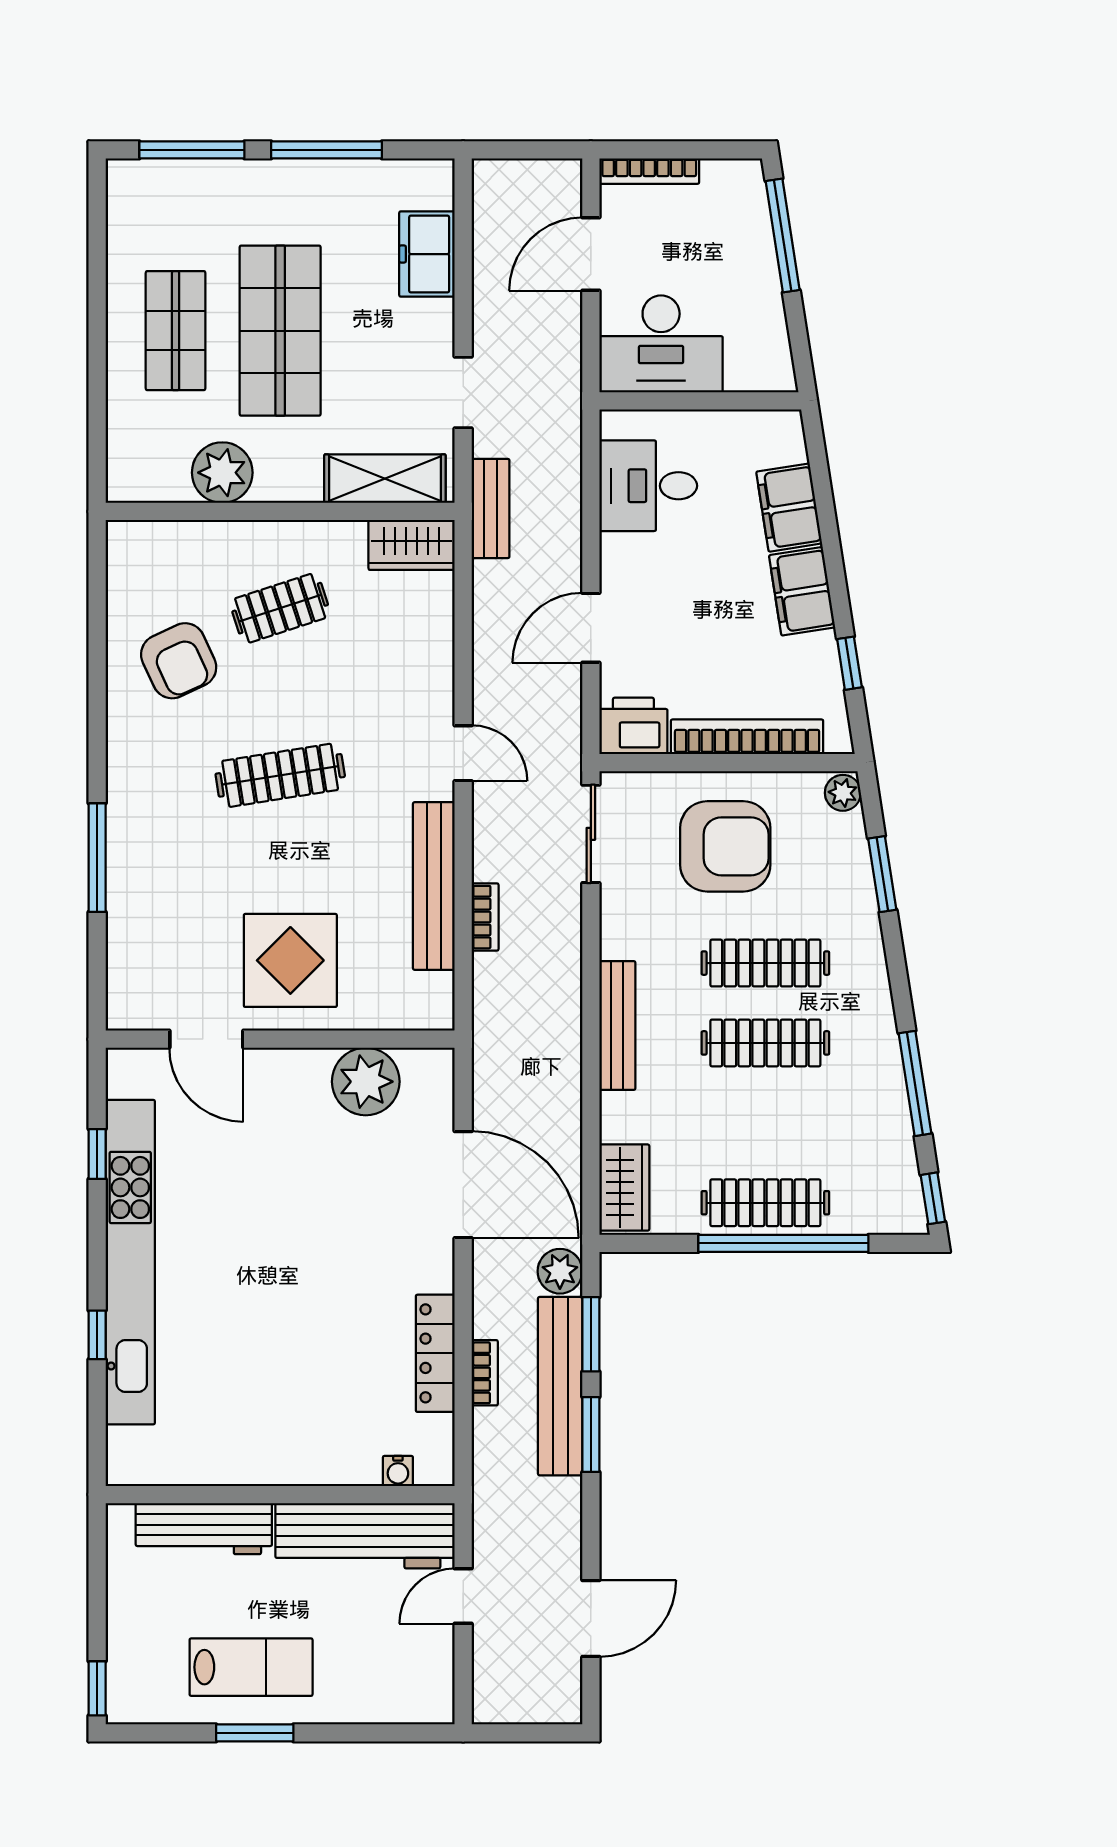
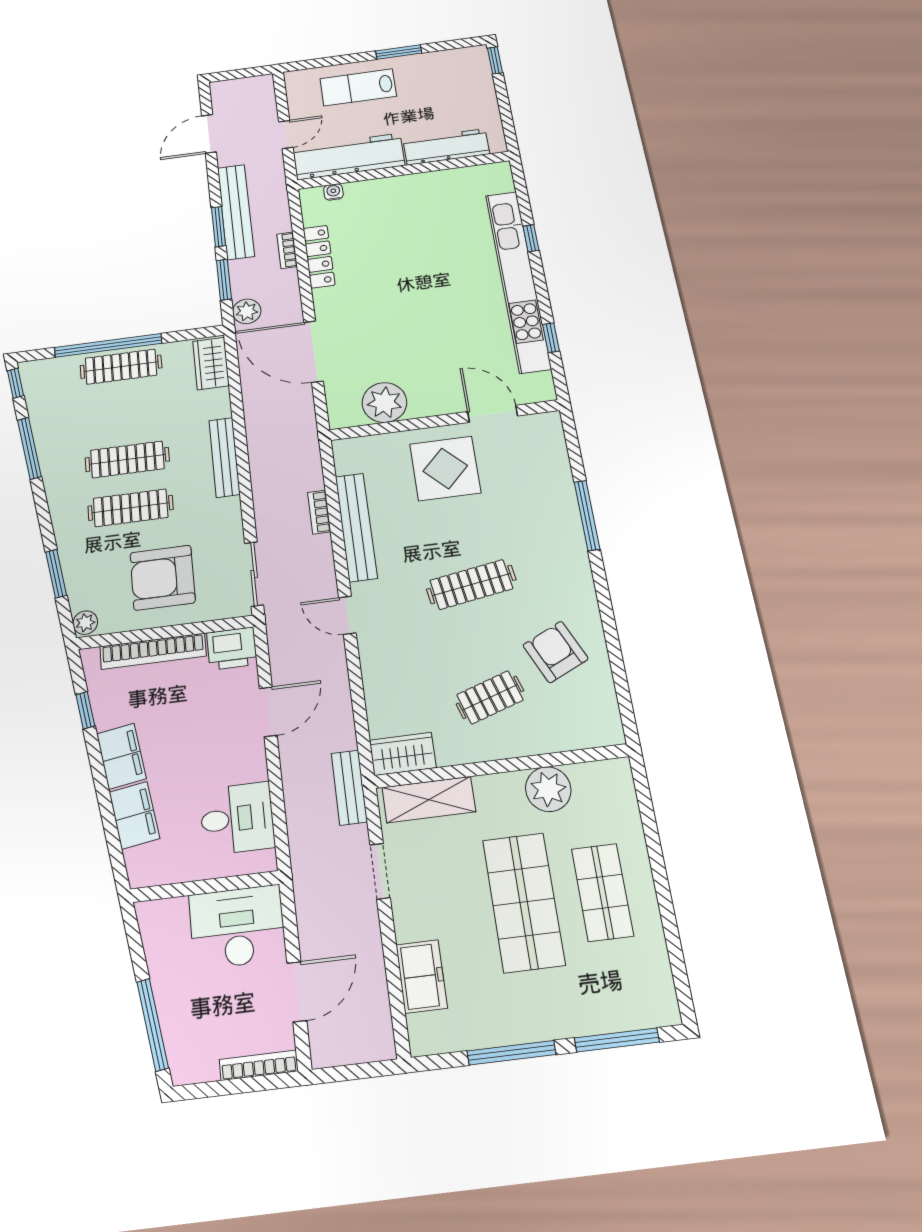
bench: (560, 1386) -> (236, 212), moved
lab bench: (251, 1667) -> (358, 87), moved

